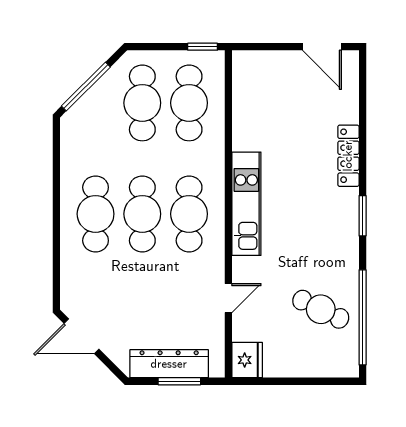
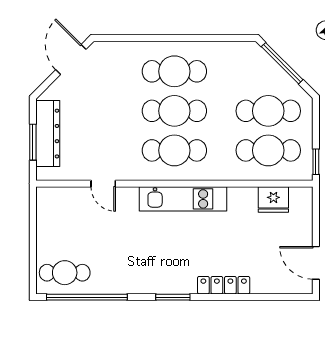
door: (322, 47) -> (316, 263), hinge flipped
cafe table: (321, 309) -> (65, 273), moved, turned 64
fridge: (247, 360) -> (273, 199), moved

